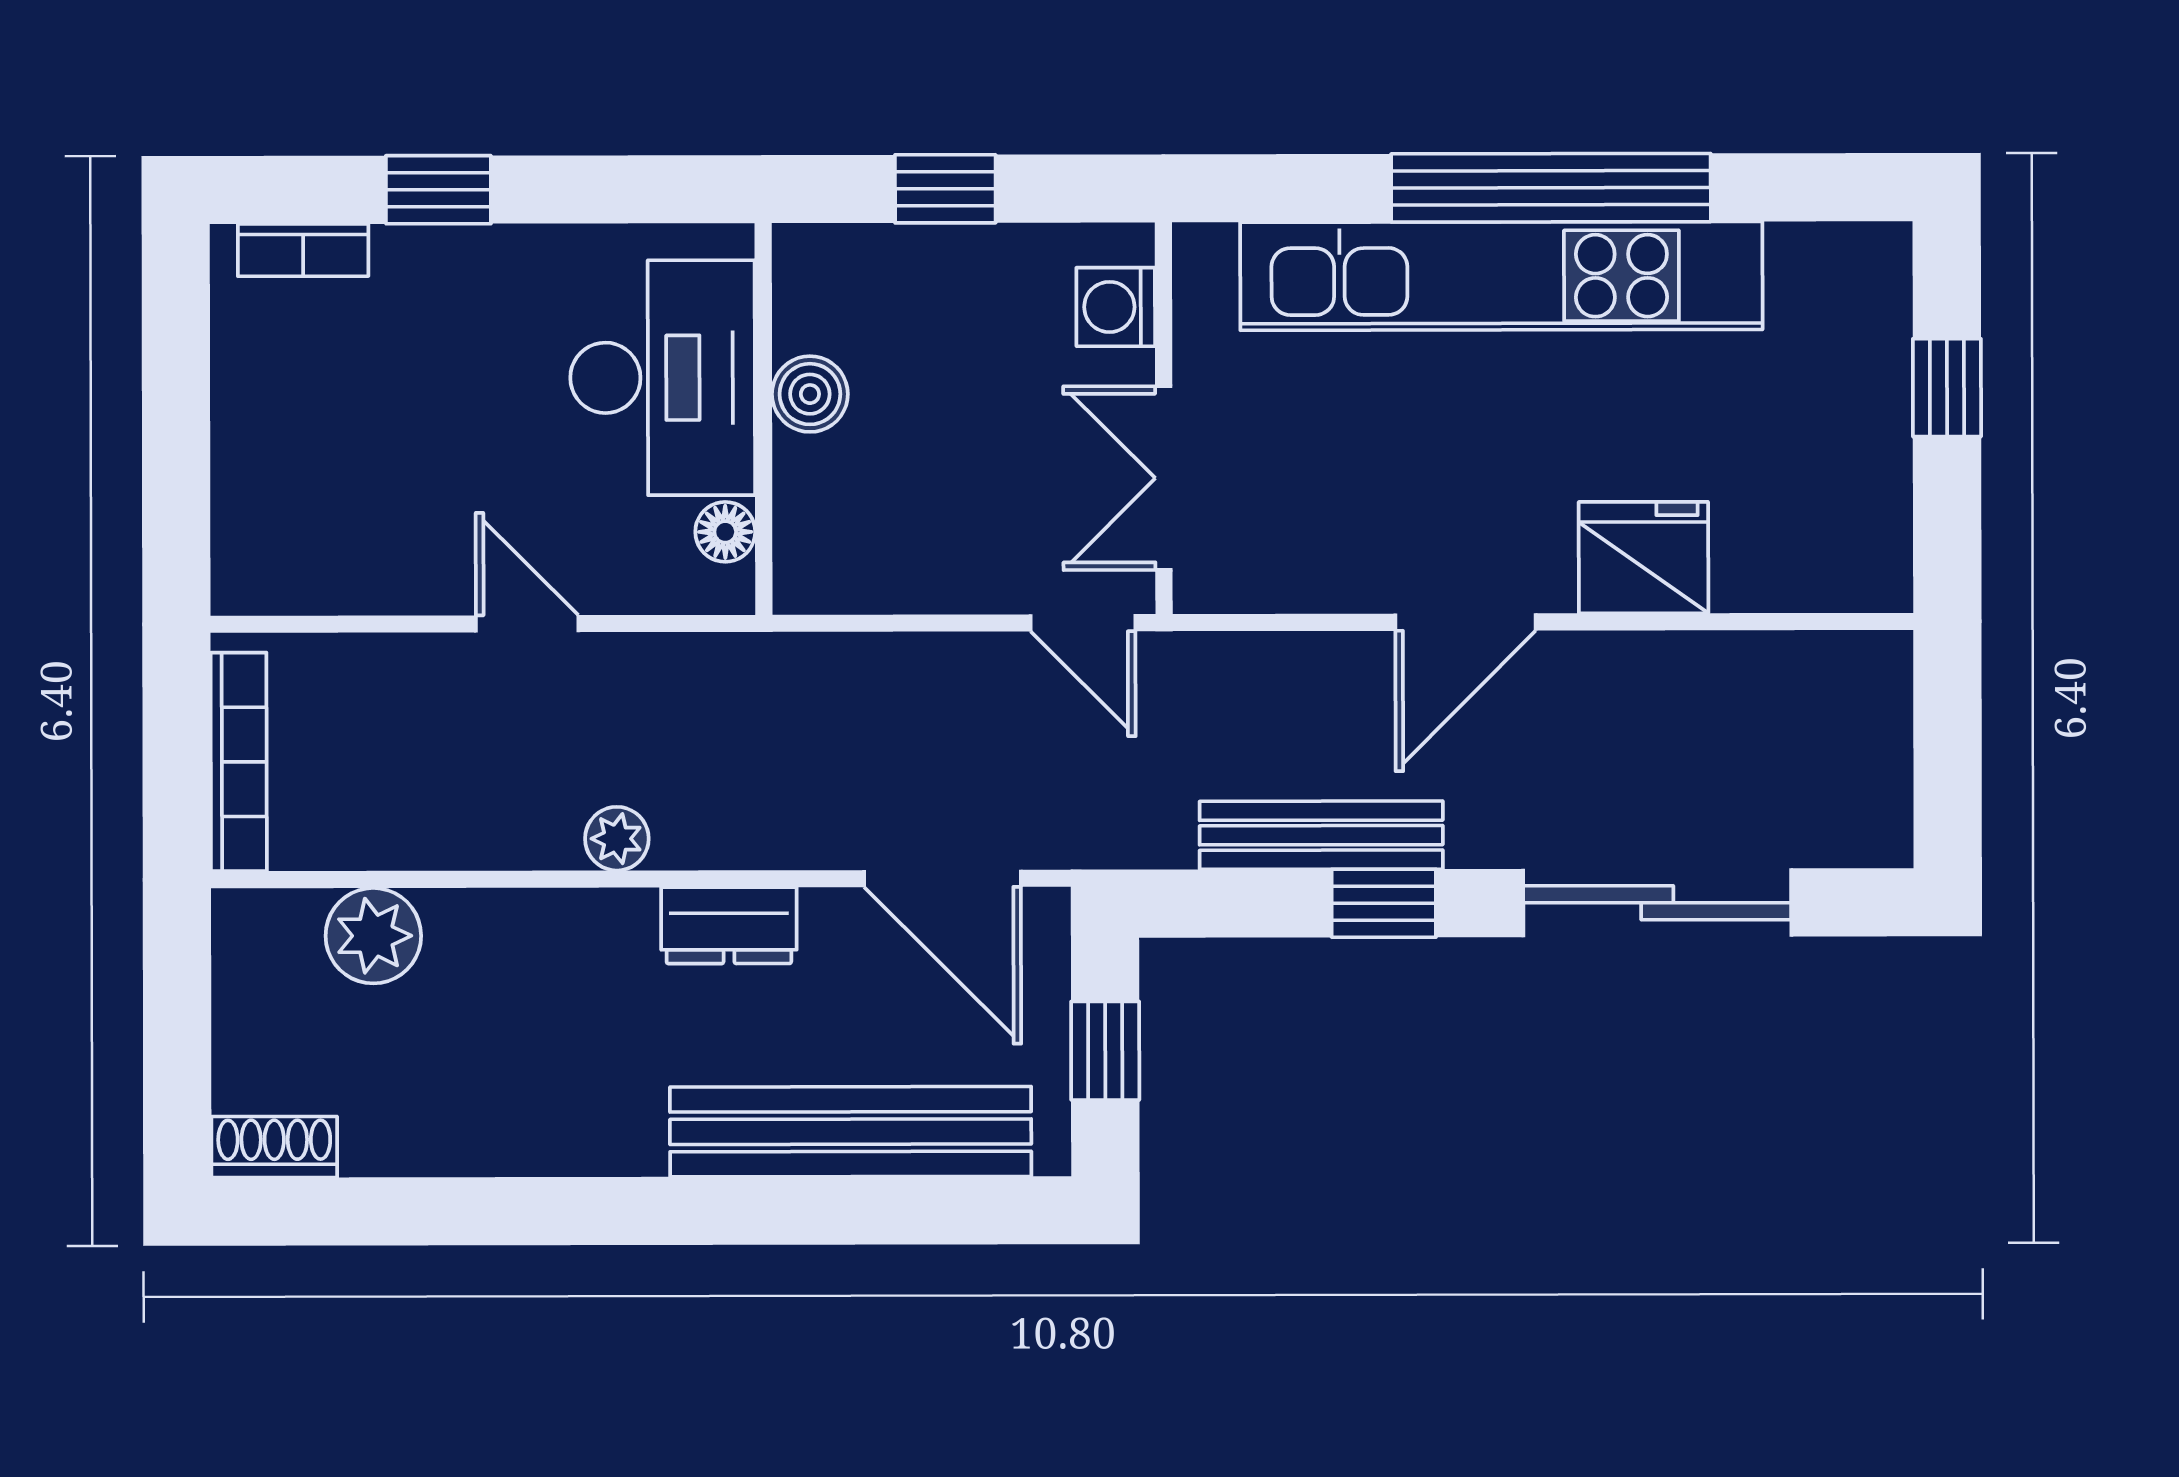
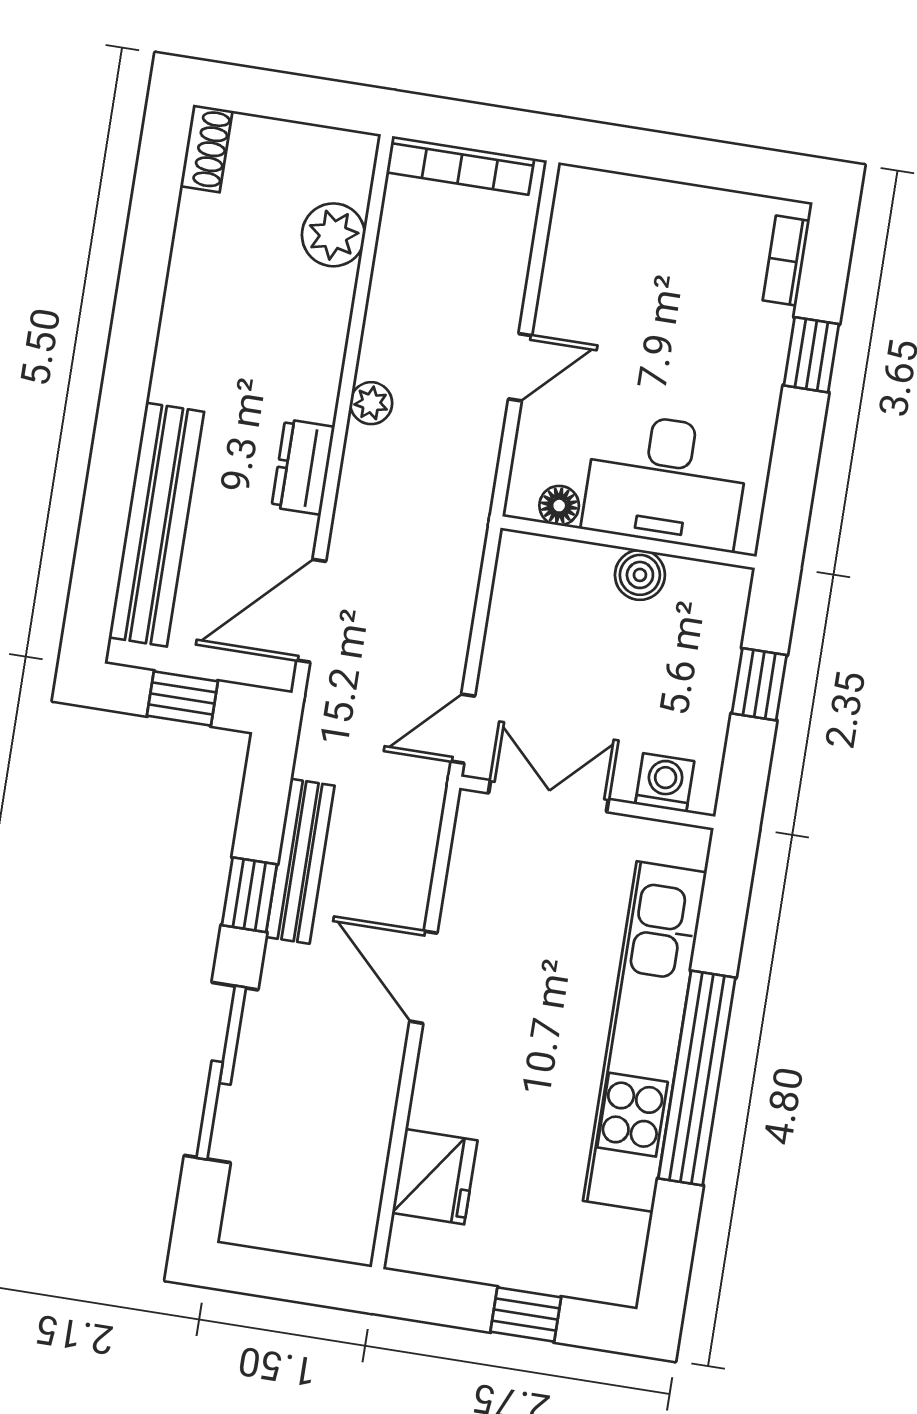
fridge: (1643, 558) -> (435, 1177), moved

